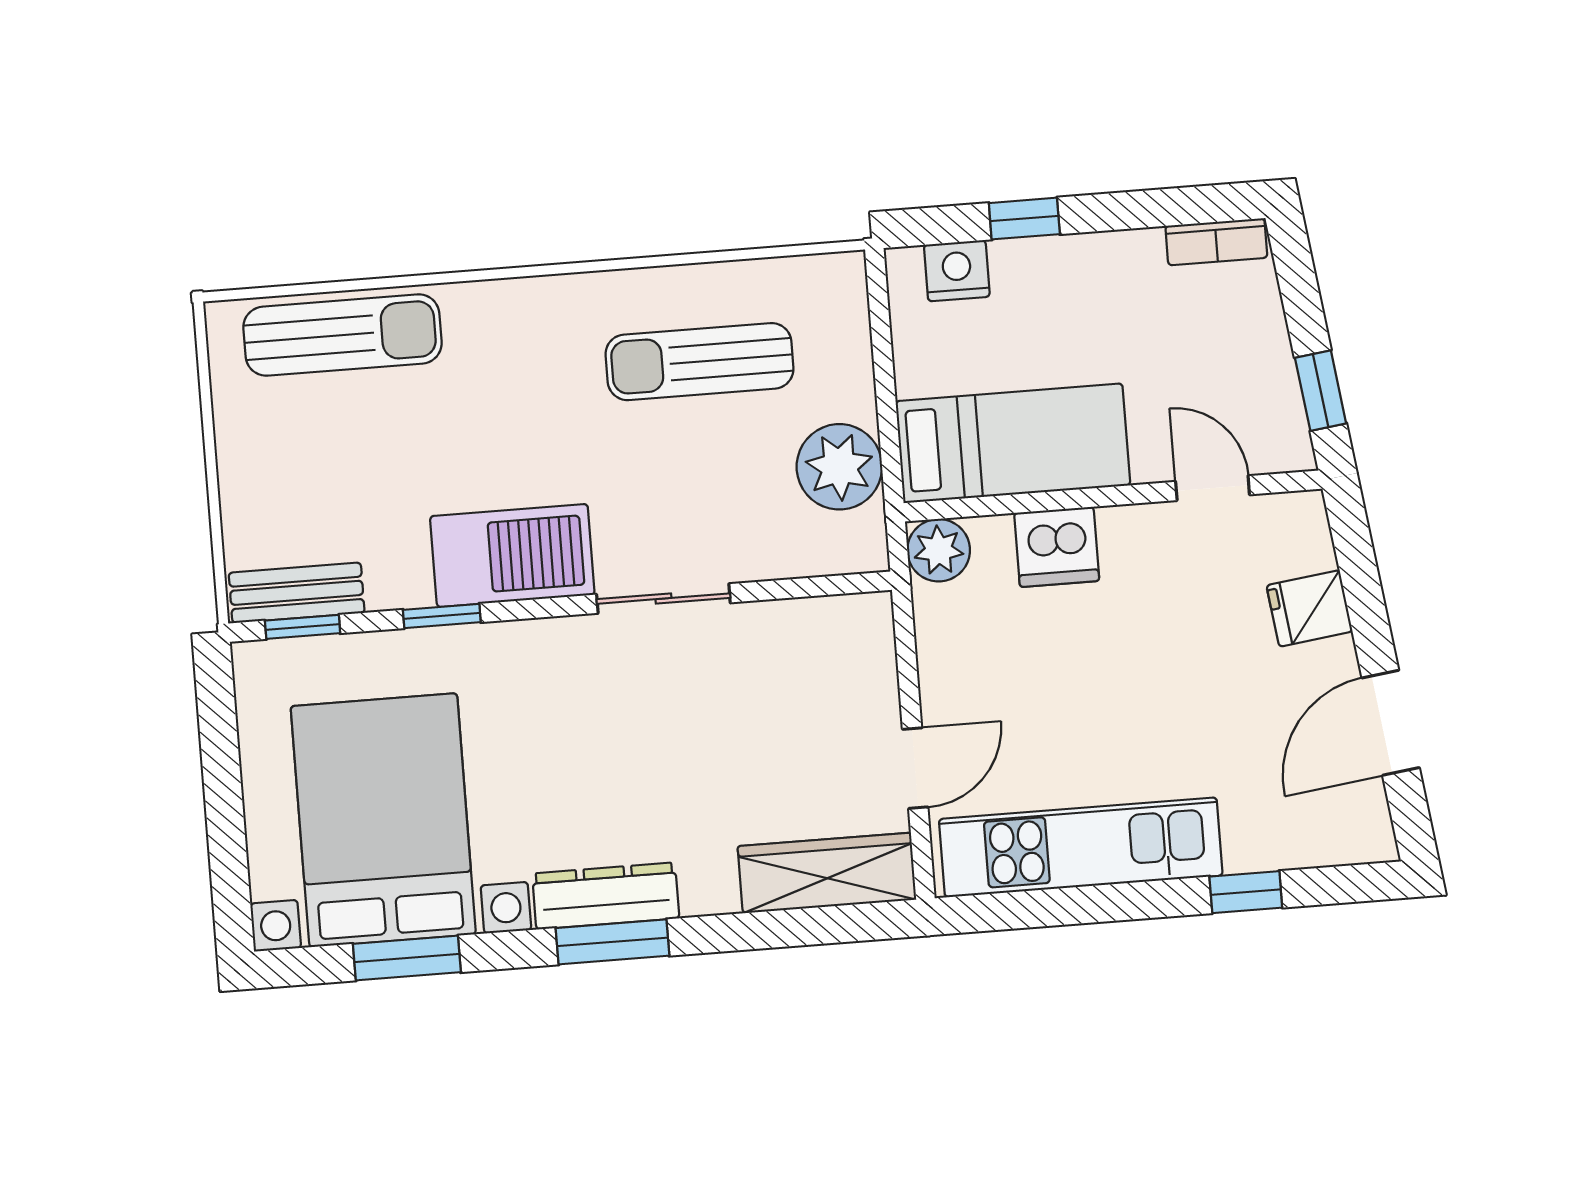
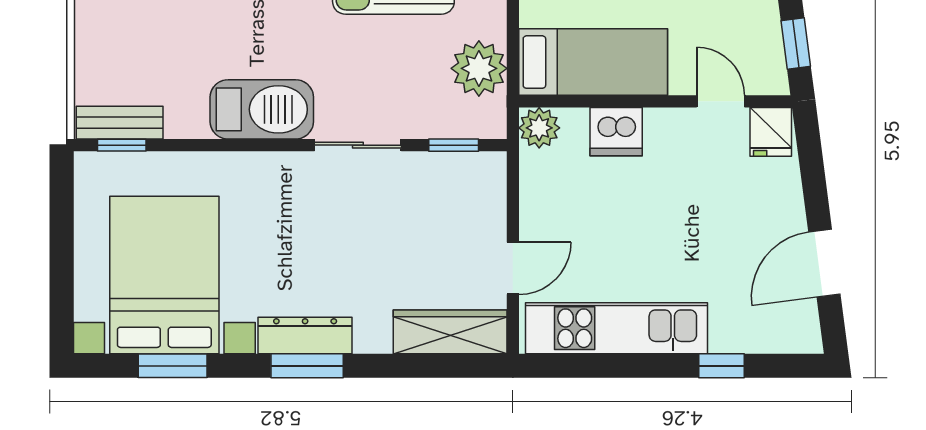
fridge: (1309, 608) -> (771, 132), moved, turned -83
window: (442, 616) -> (454, 145), moved

